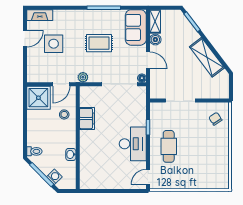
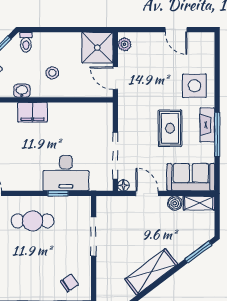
fireplace: (40, 15) -> (207, 125), moved
side table: (54, 44) -> (194, 86), moved
door: (148, 60) -> (147, 193), swing flipped
plant: (83, 77) -> (125, 44), moved
stool: (64, 114) -> (52, 73), moved
filing cabinet: (87, 119) -> (33, 112), moved
desk: (133, 144) -> (66, 173), moved

